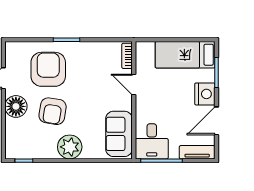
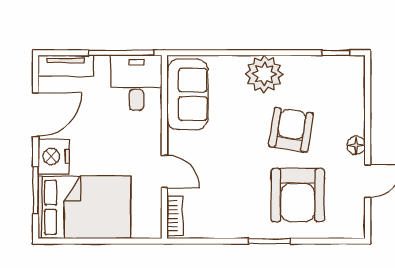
bed: (185, 55) -> (84, 207), width x1.50
floor lamp: (16, 106) -> (356, 145), width x0.53, depth x0.53

